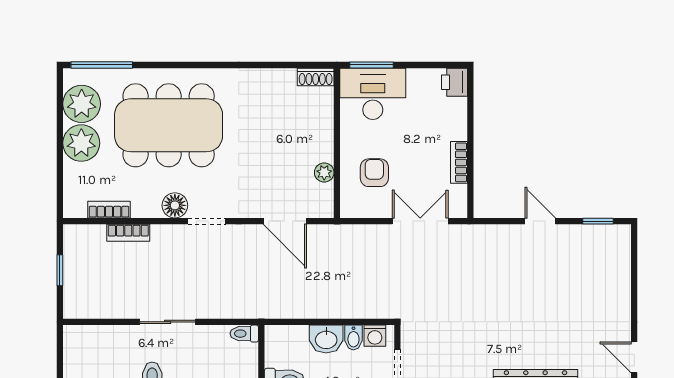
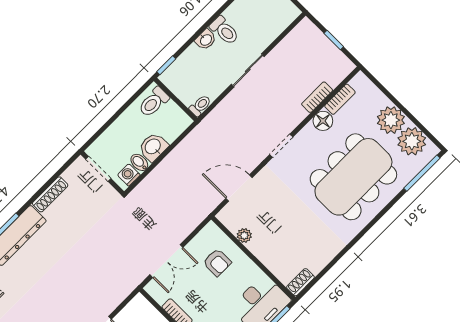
floor lamp: (175, 205) -> (323, 121), moved

